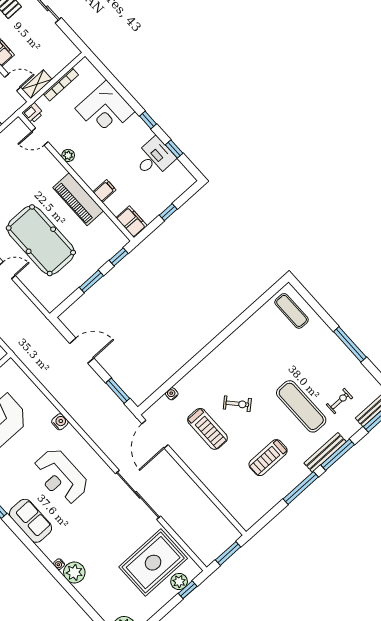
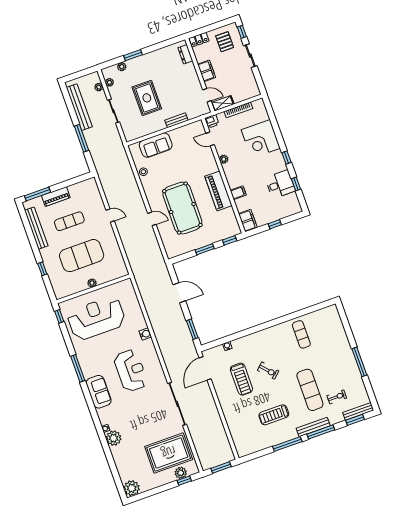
exercise mat: (292, 311) -> (301, 334), moved
reception desk: (60, 477) -> (131, 371), turned 180

